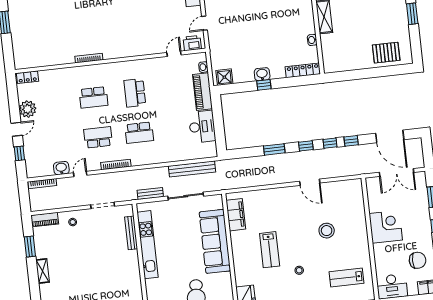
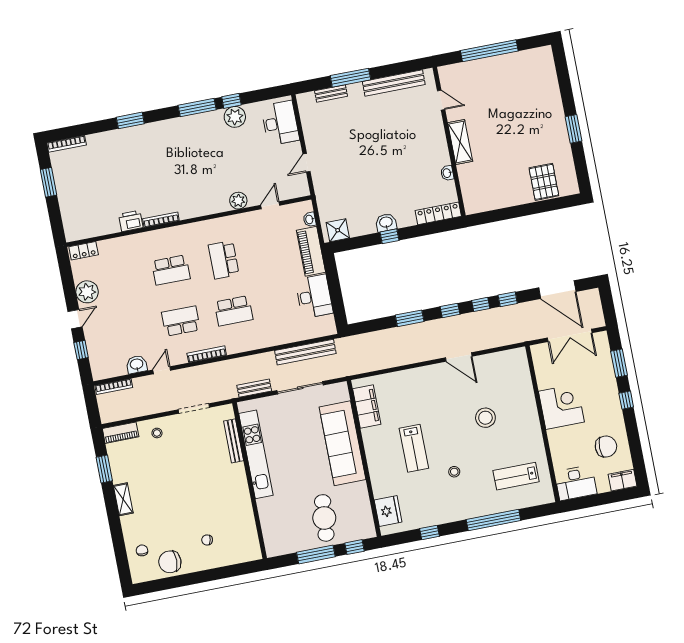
printer: (192, 43) -> (131, 221), moved
plant: (150, 48) -> (238, 201), added
pallet: (386, 53) -> (544, 182), turned 90

